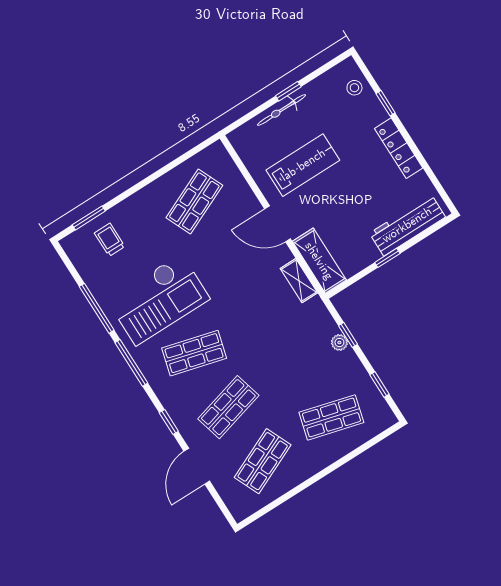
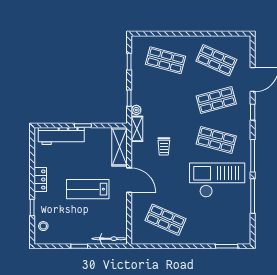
bicycle: (281, 110) -> (110, 239), moved
locker: (399, 148) -> (40, 179), width x0.66
lab bench: (303, 165) -> (88, 189), moved
shop shelf: (194, 201) -> (166, 220), turned 48
trolley: (110, 240) -> (164, 146), moved
shelving: (299, 281) -> (137, 129), moved
plant: (339, 342) -> (136, 110), moved
shop shelf: (263, 461) -> (216, 60), turned 48

